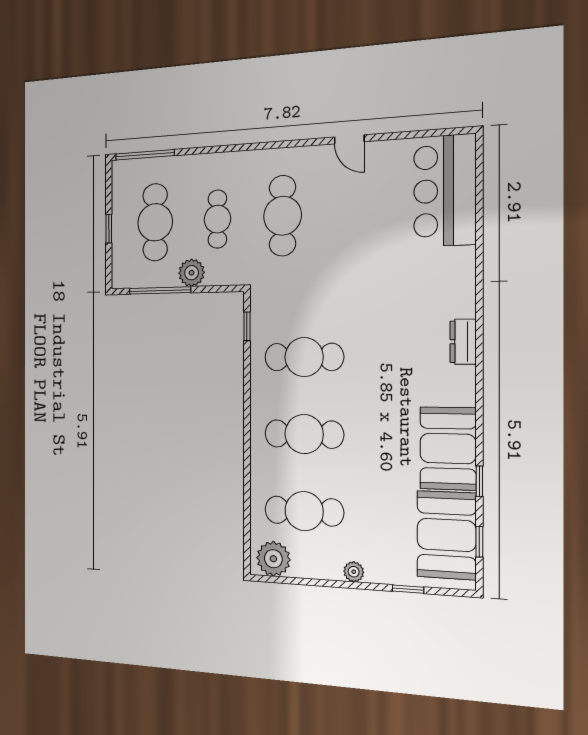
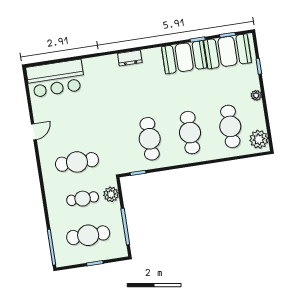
plant: (192, 273) -> (111, 194), moved

